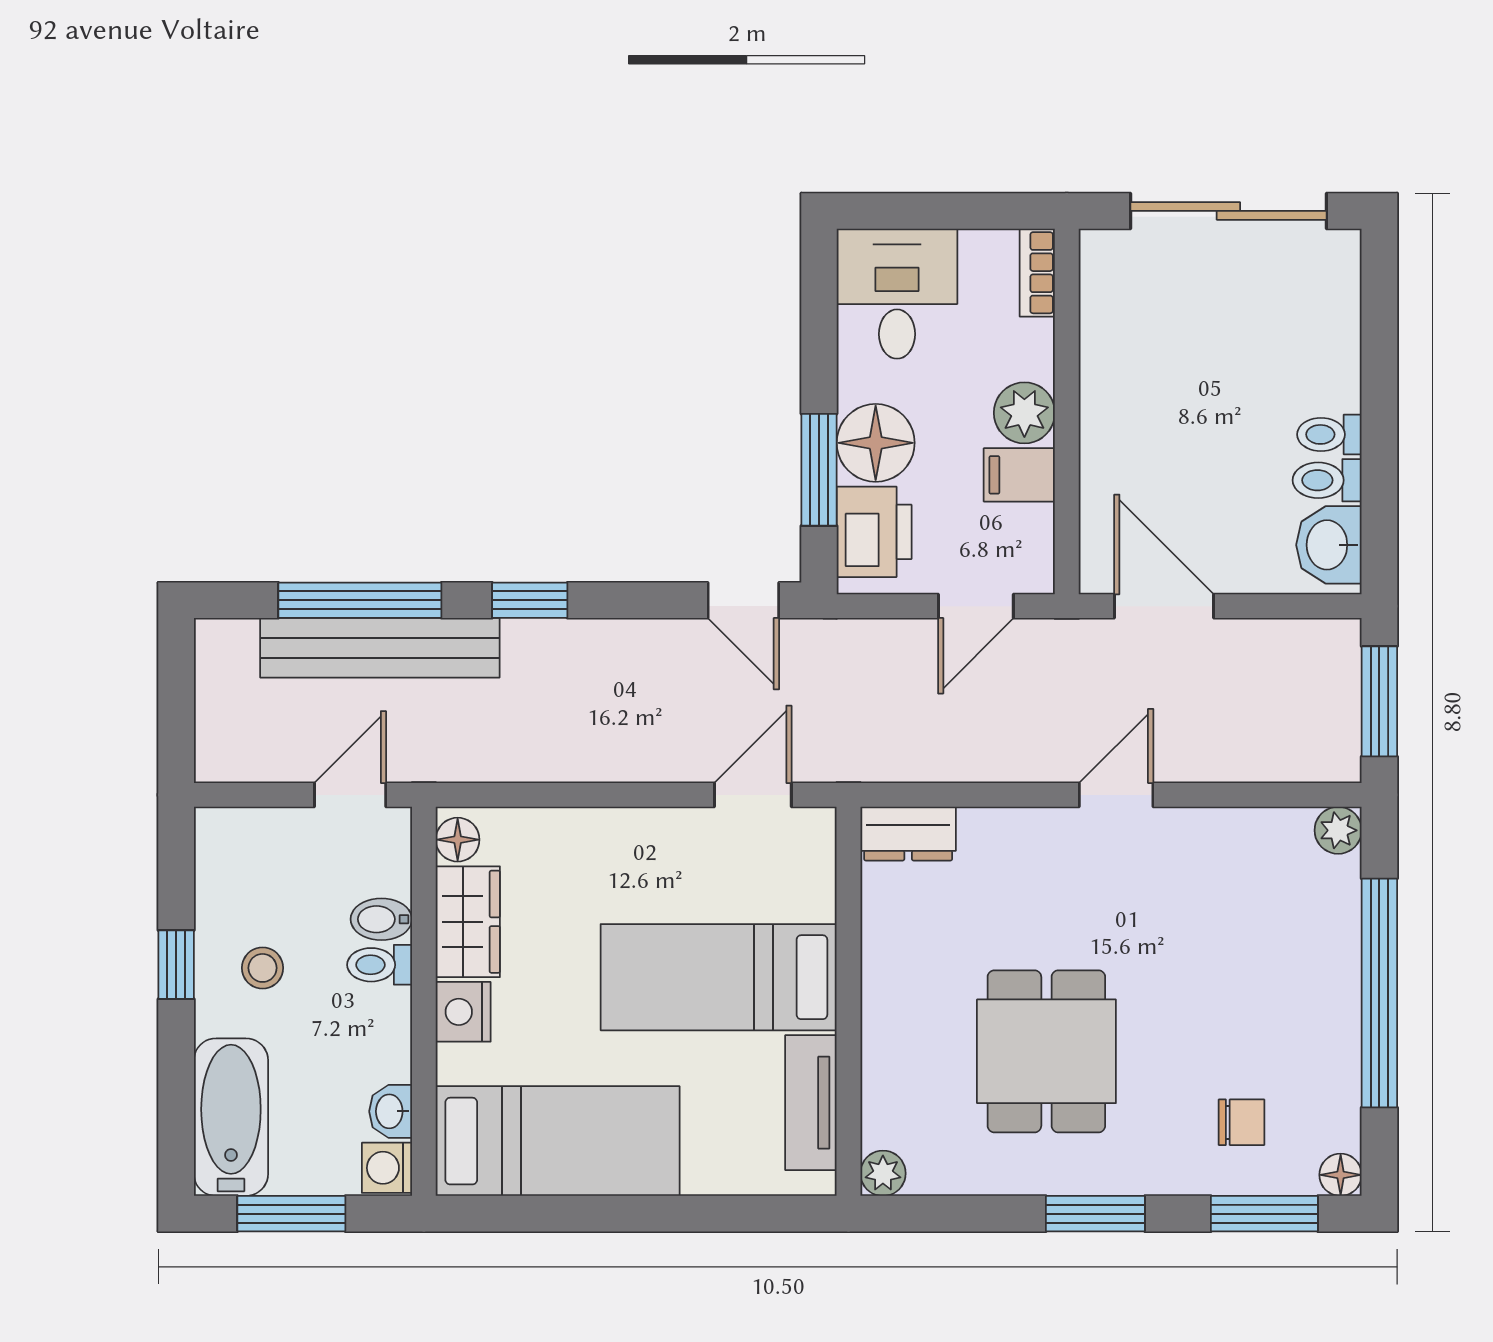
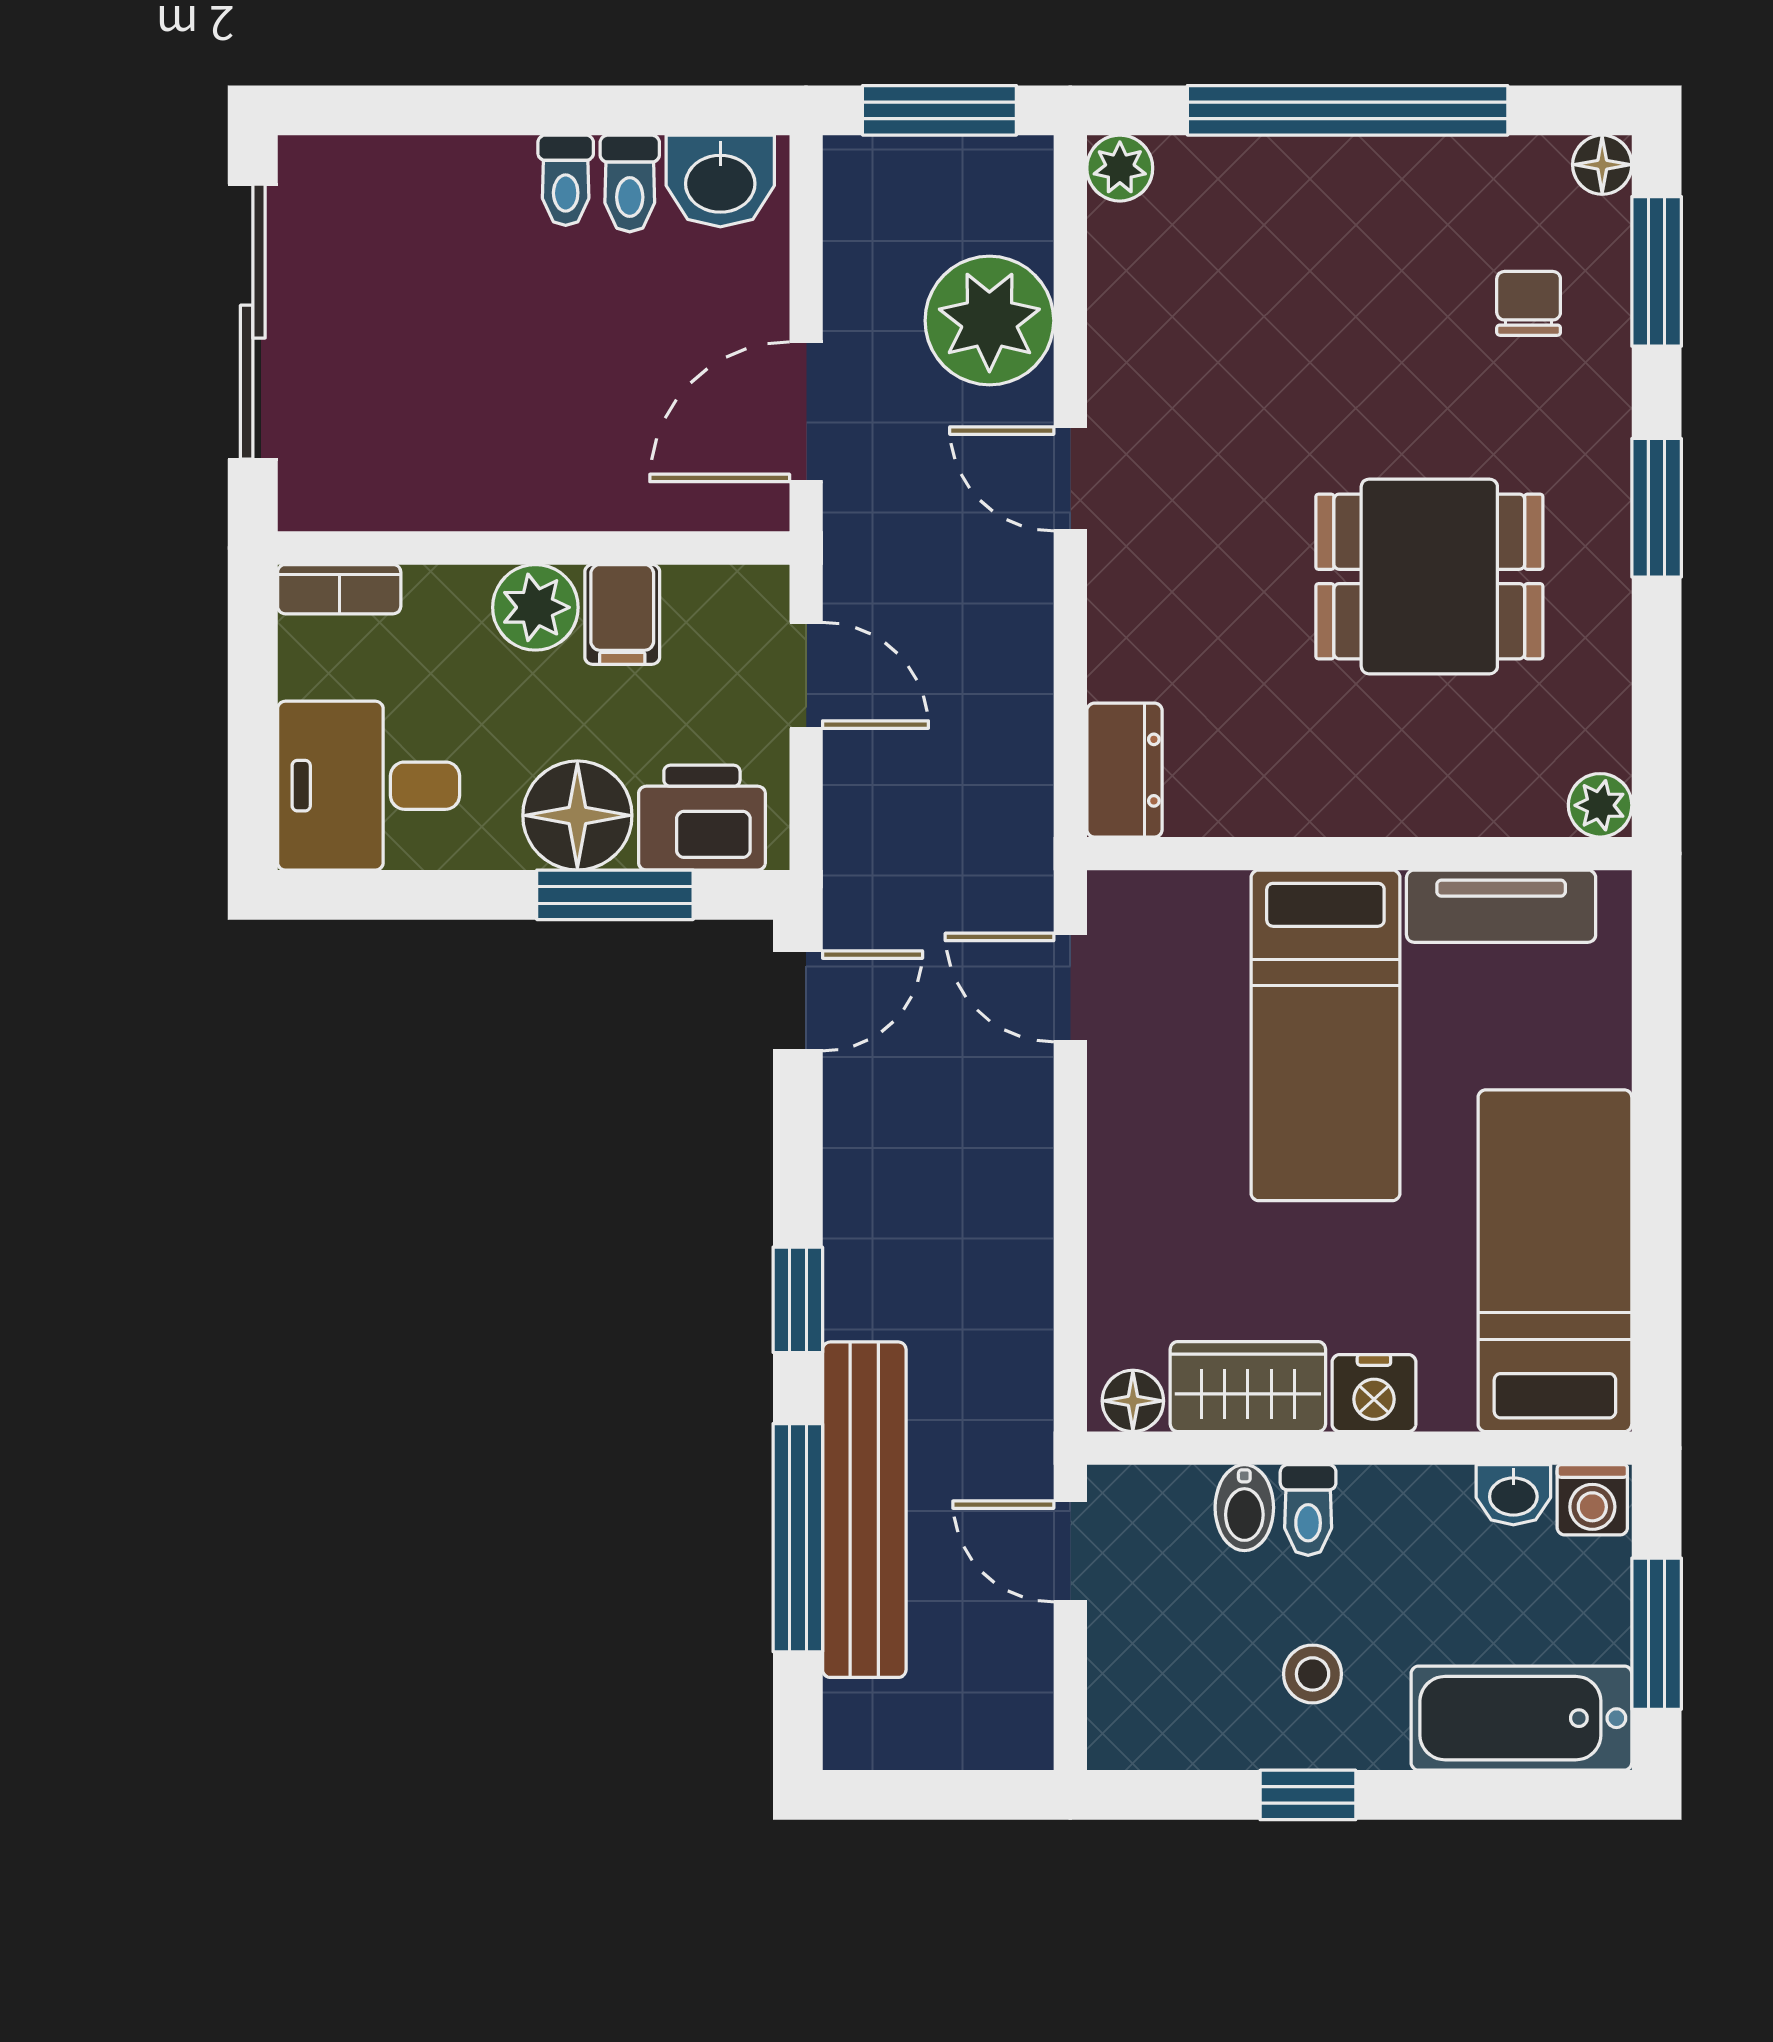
plant: (1229, 737) -> (989, 321), added

